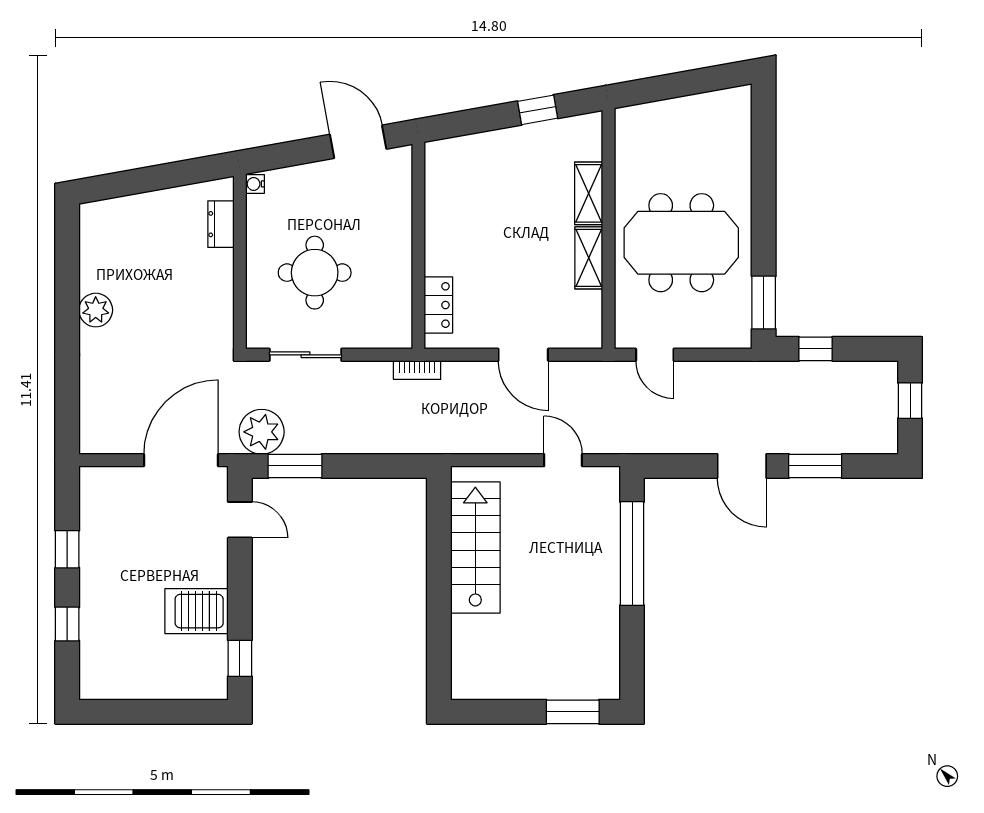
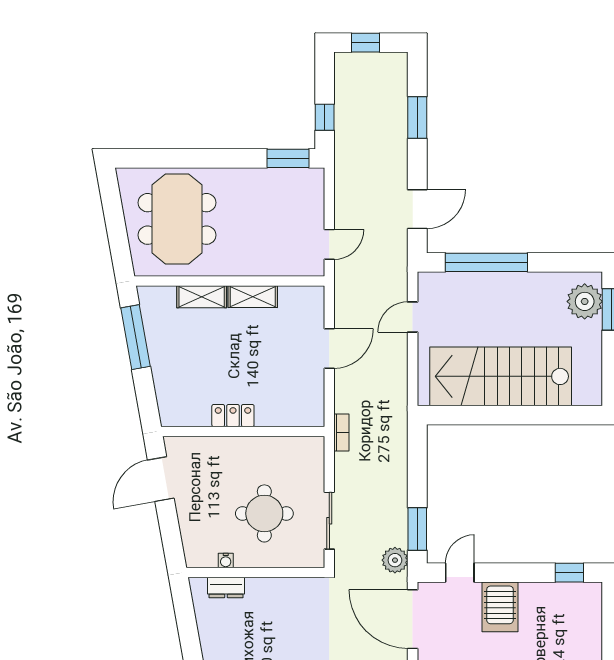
window: (538, 110) -> (136, 337), width x2.17
water cooler: (255, 184) -> (226, 561), moved
meeting table: (681, 243) -> (177, 219), moved
locker: (438, 305) -> (233, 416), moved
plant: (262, 432) -> (395, 560), width x0.73, depth x0.73
door: (742, 466) -> (417, 209), moved
stairs: (475, 547) -> (501, 376), width x1.36, depth x1.51
server rack: (197, 611) -> (500, 607), moved
plant: (583, 678) -> (585, 301), added

